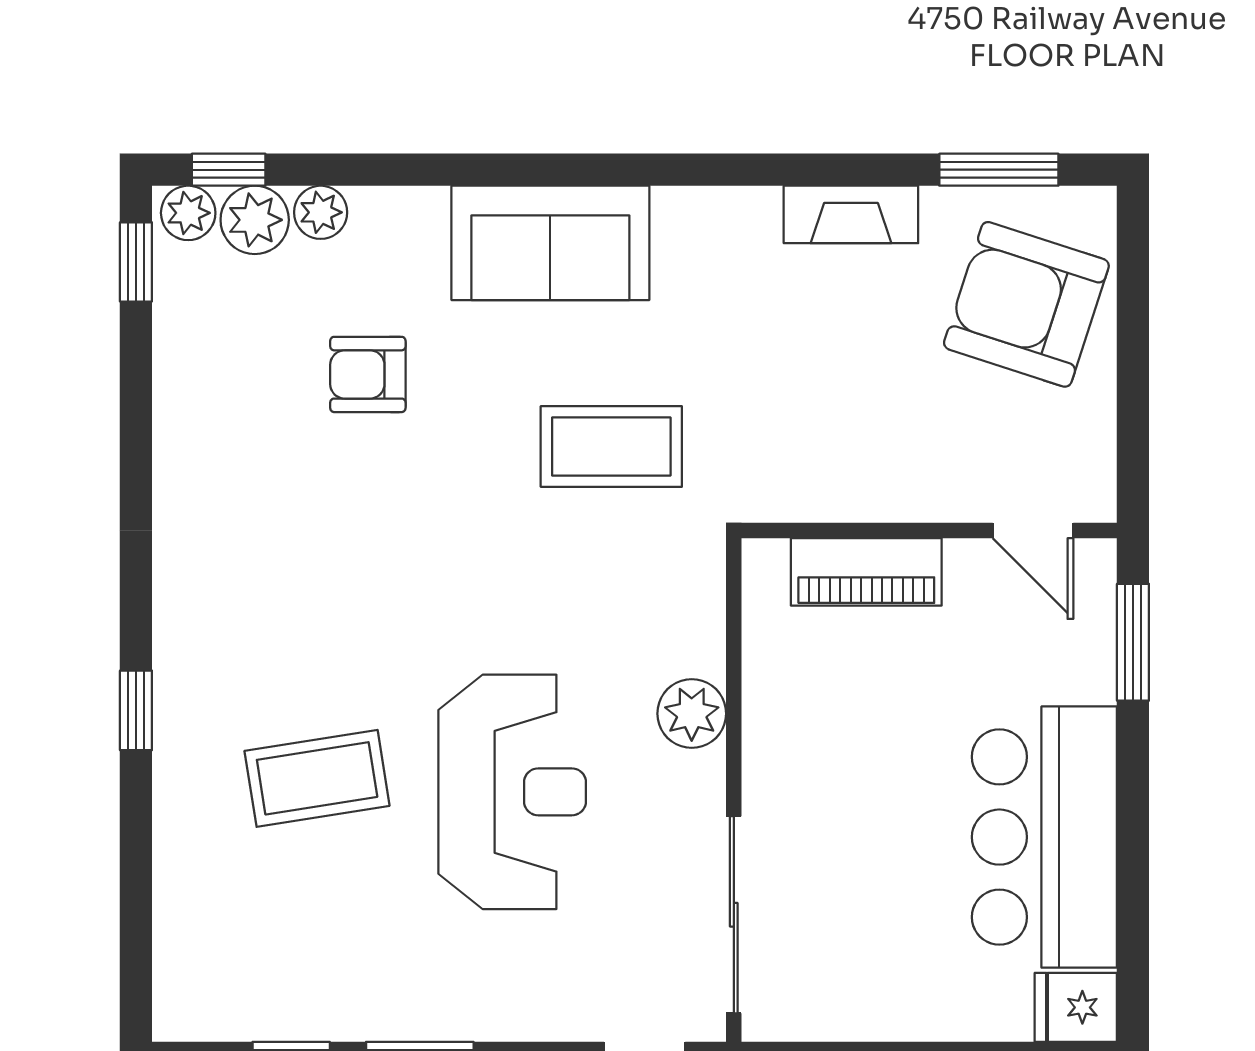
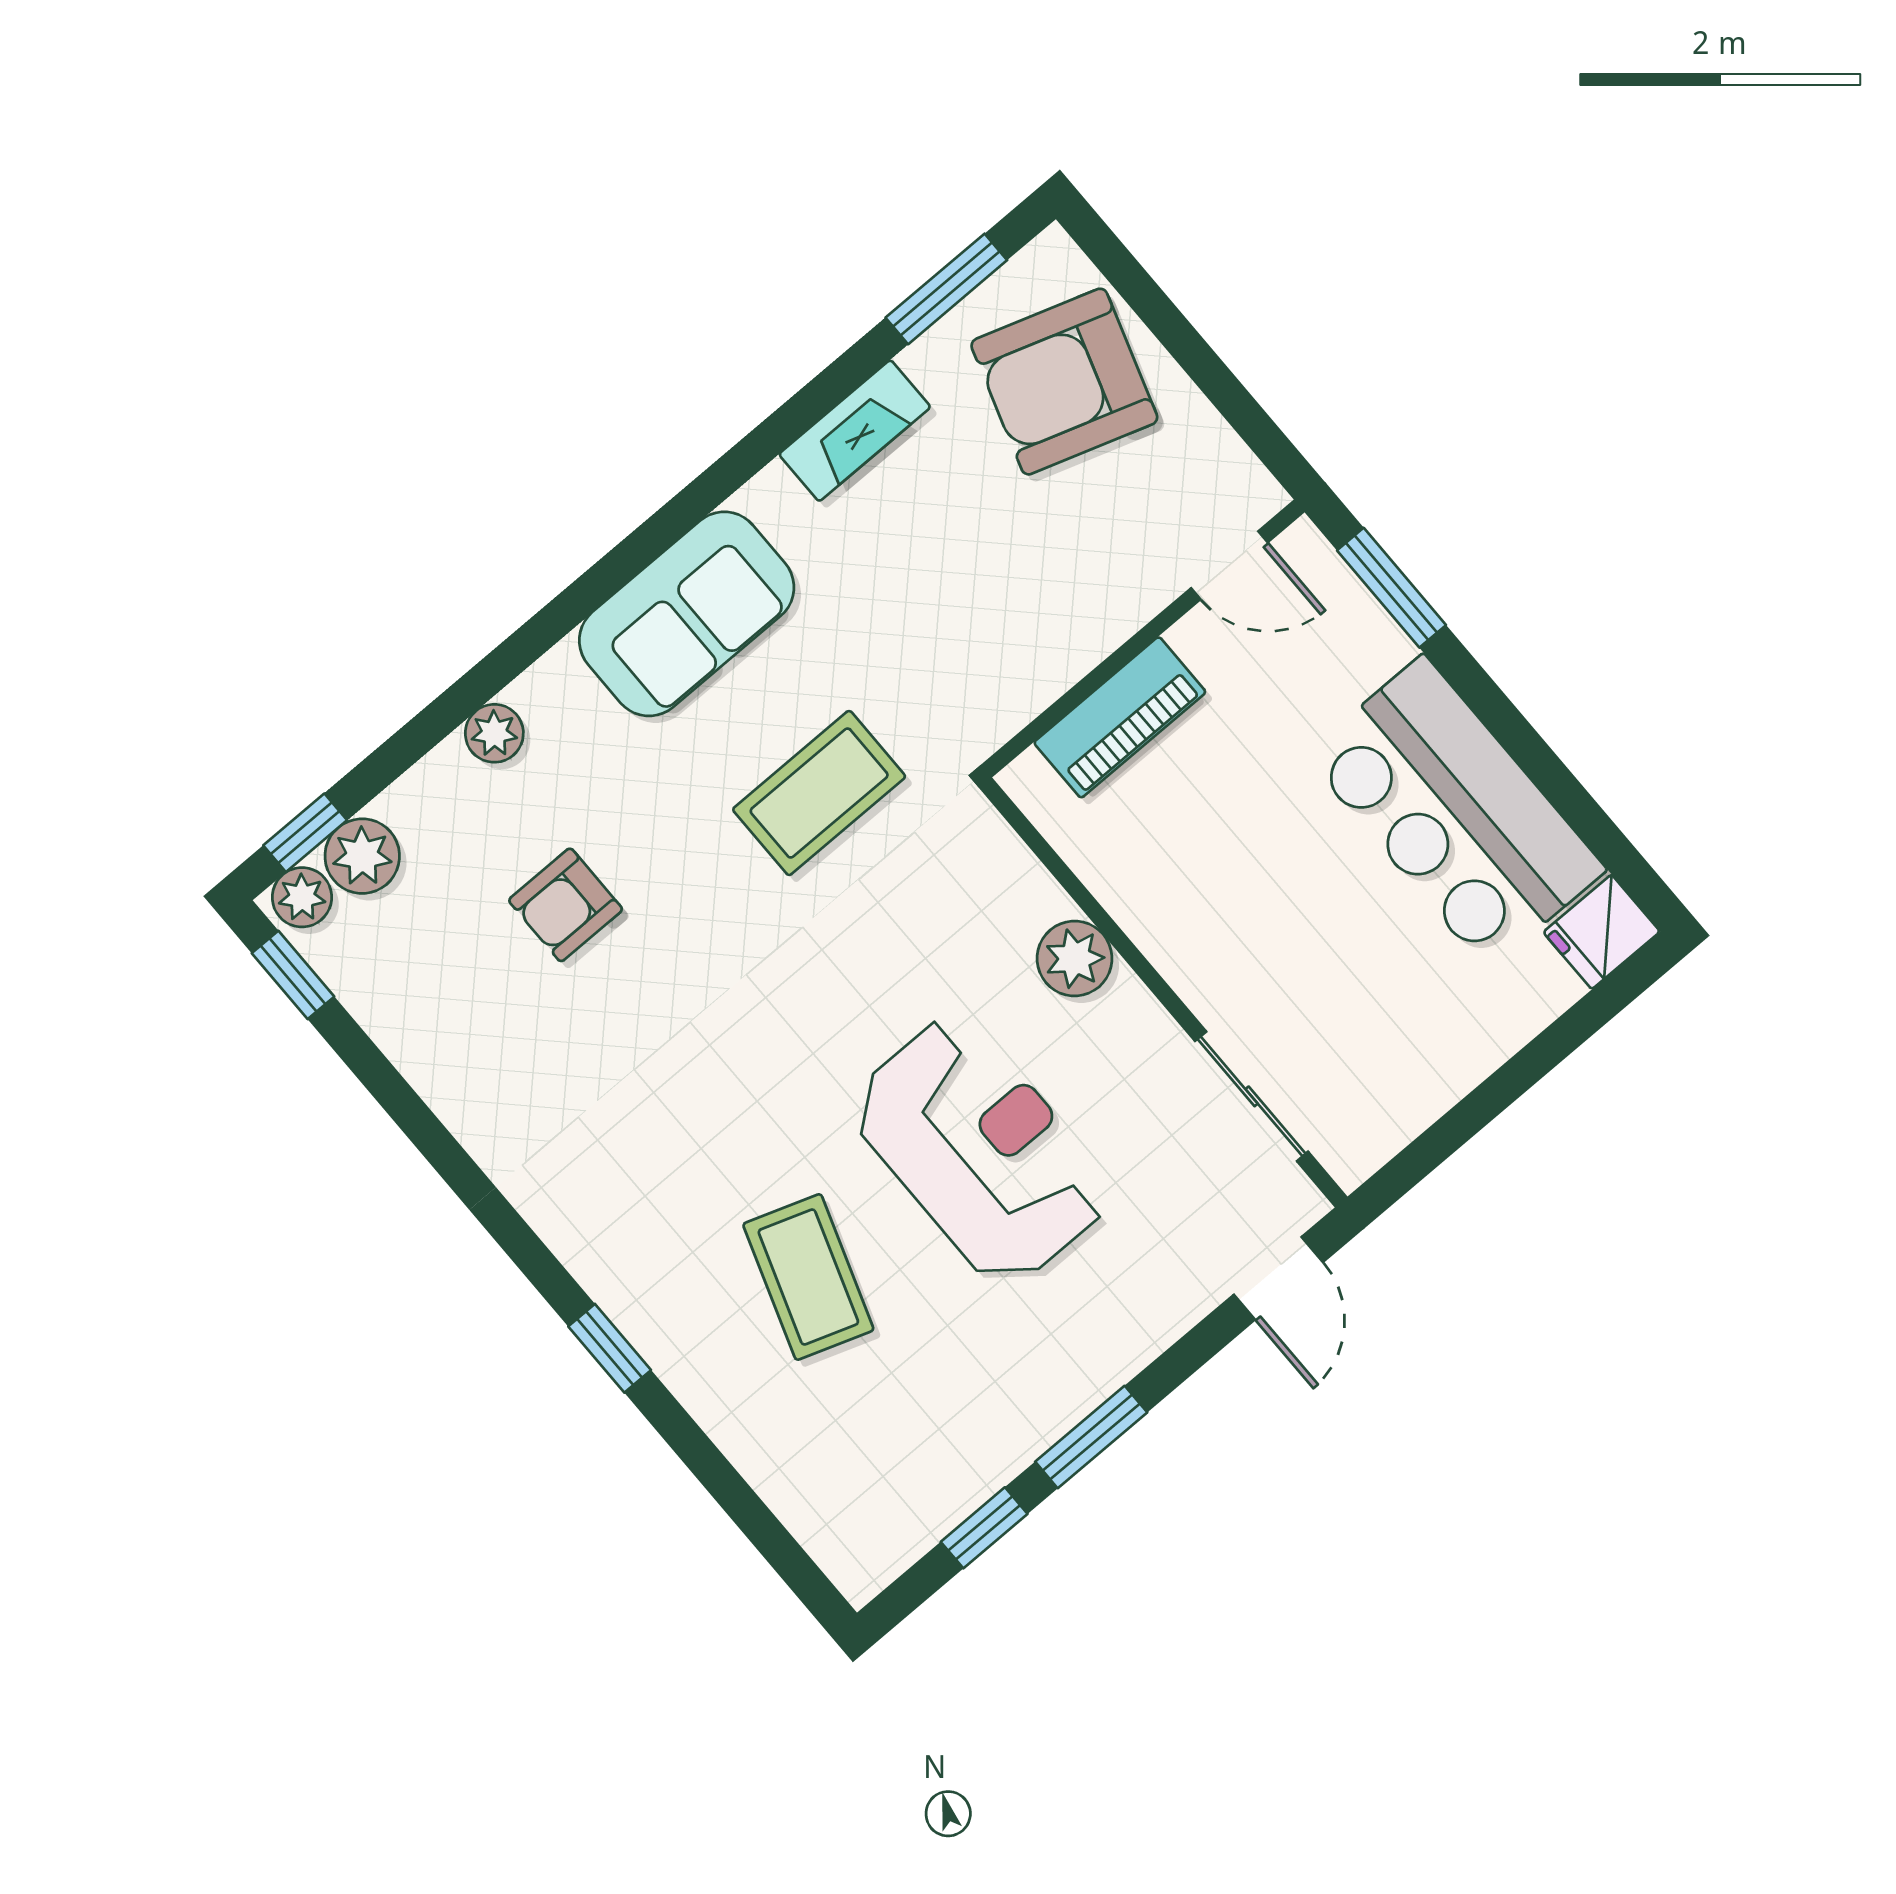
plant: (321, 212) -> (494, 733), moved
sofa: (550, 243) -> (687, 614), moved
coffee table: (317, 778) -> (808, 1277), turned -62
sliding door: (734, 915) -> (1252, 1096), width x0.73

